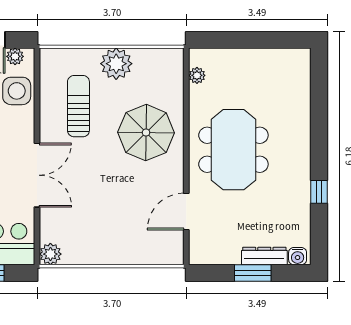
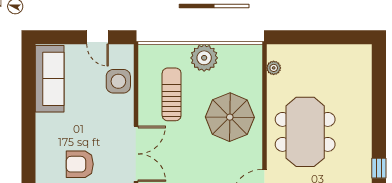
plant: (15, 56) -> (117, 52), removed

